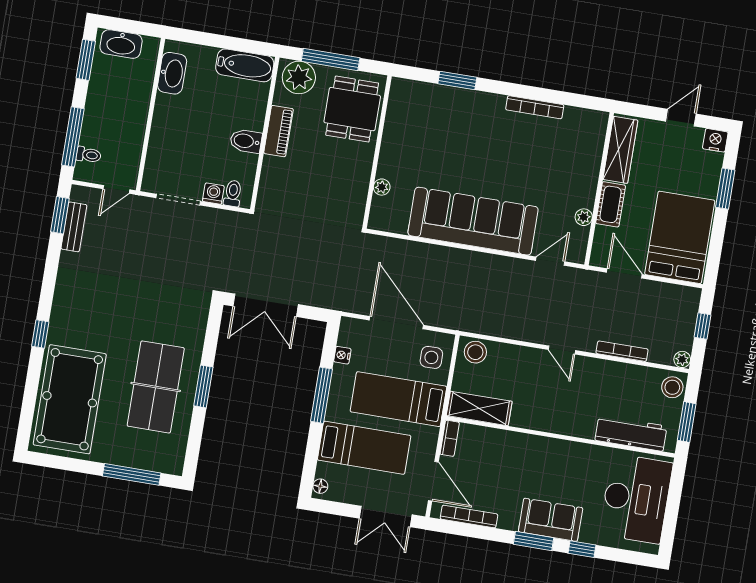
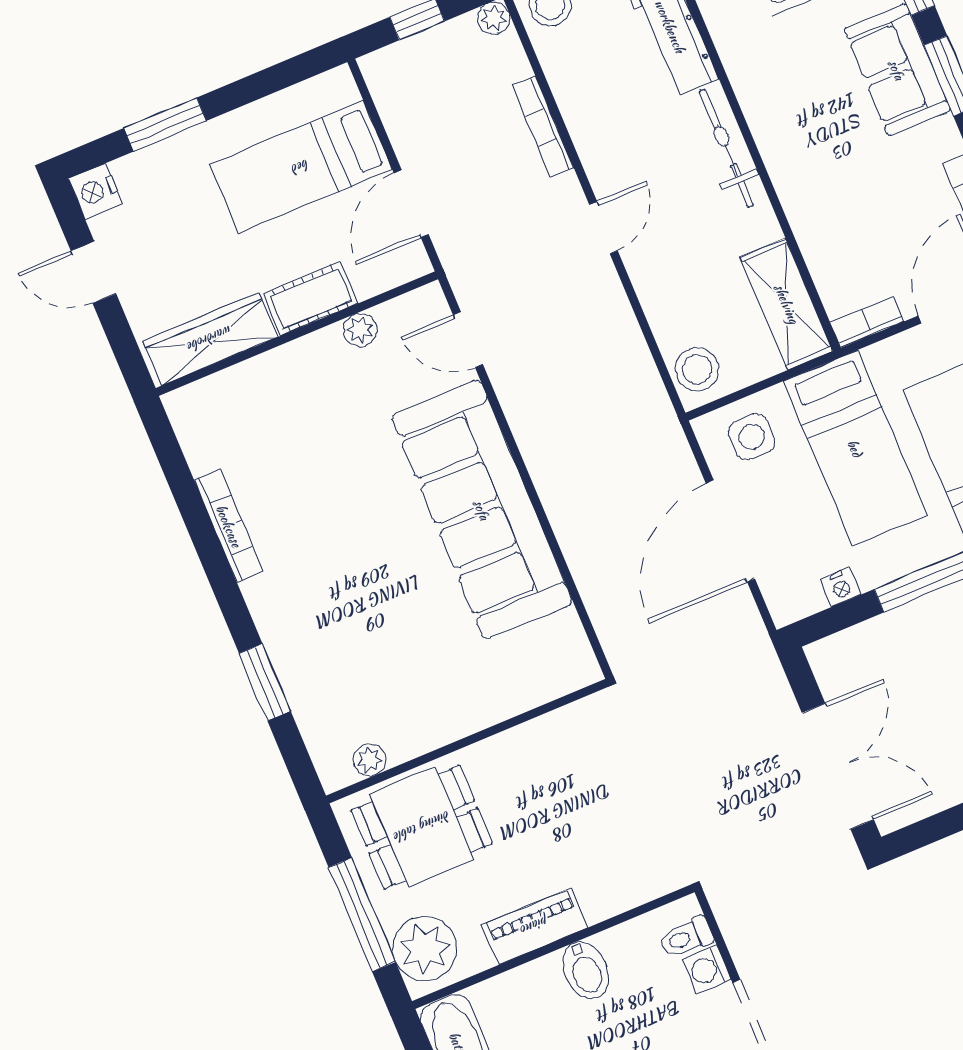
plant: (382, 187) -> (370, 760), moved
bed: (680, 237) -> (301, 167), width x0.67
bicycle: (563, 425) -> (726, 148), added

